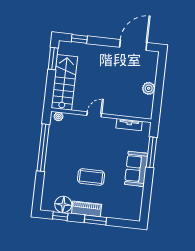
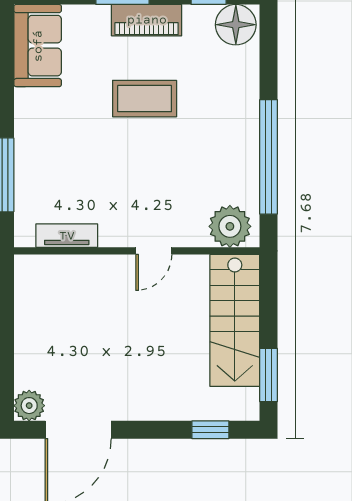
plant: (149, 88) -> (29, 406), moved
plant: (59, 117) -> (230, 226), width x1.88, depth x1.88
sofa: (136, 169) -> (38, 46), moved
floor lamp: (63, 204) -> (236, 25), moved

